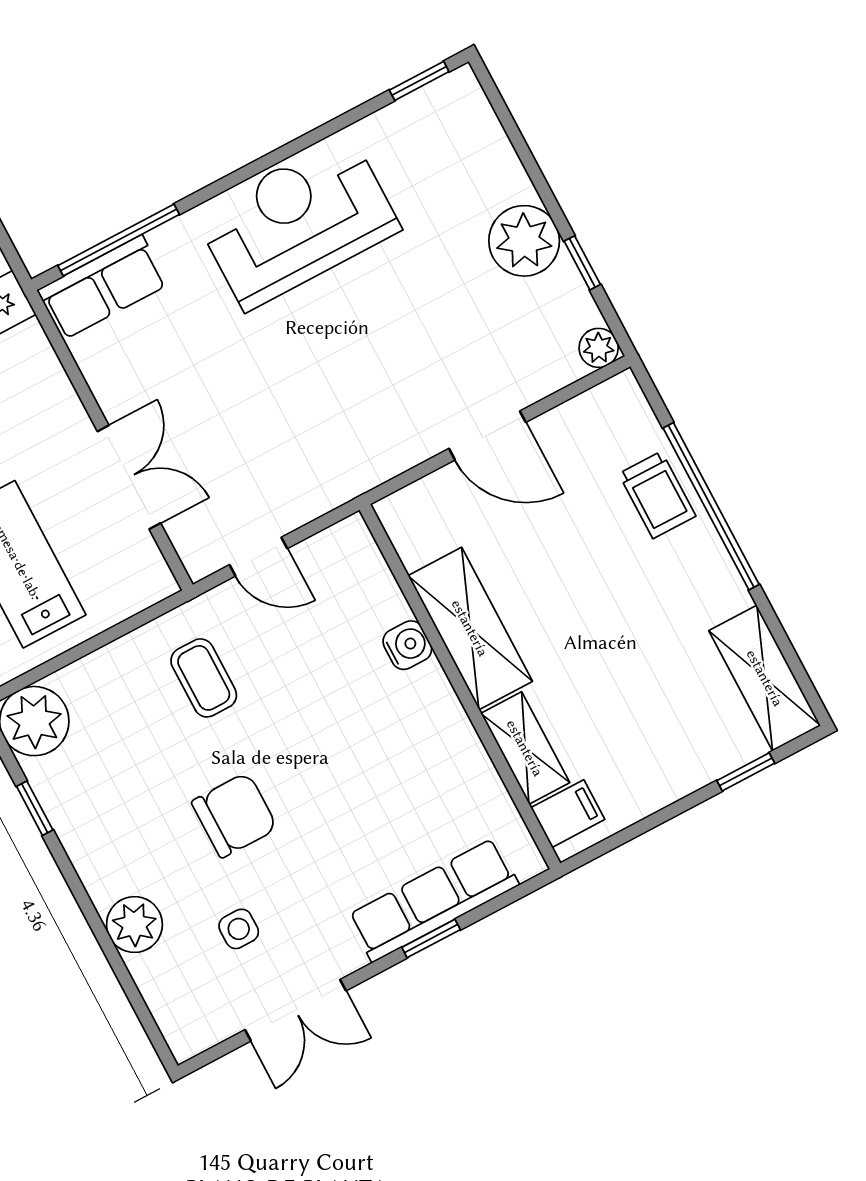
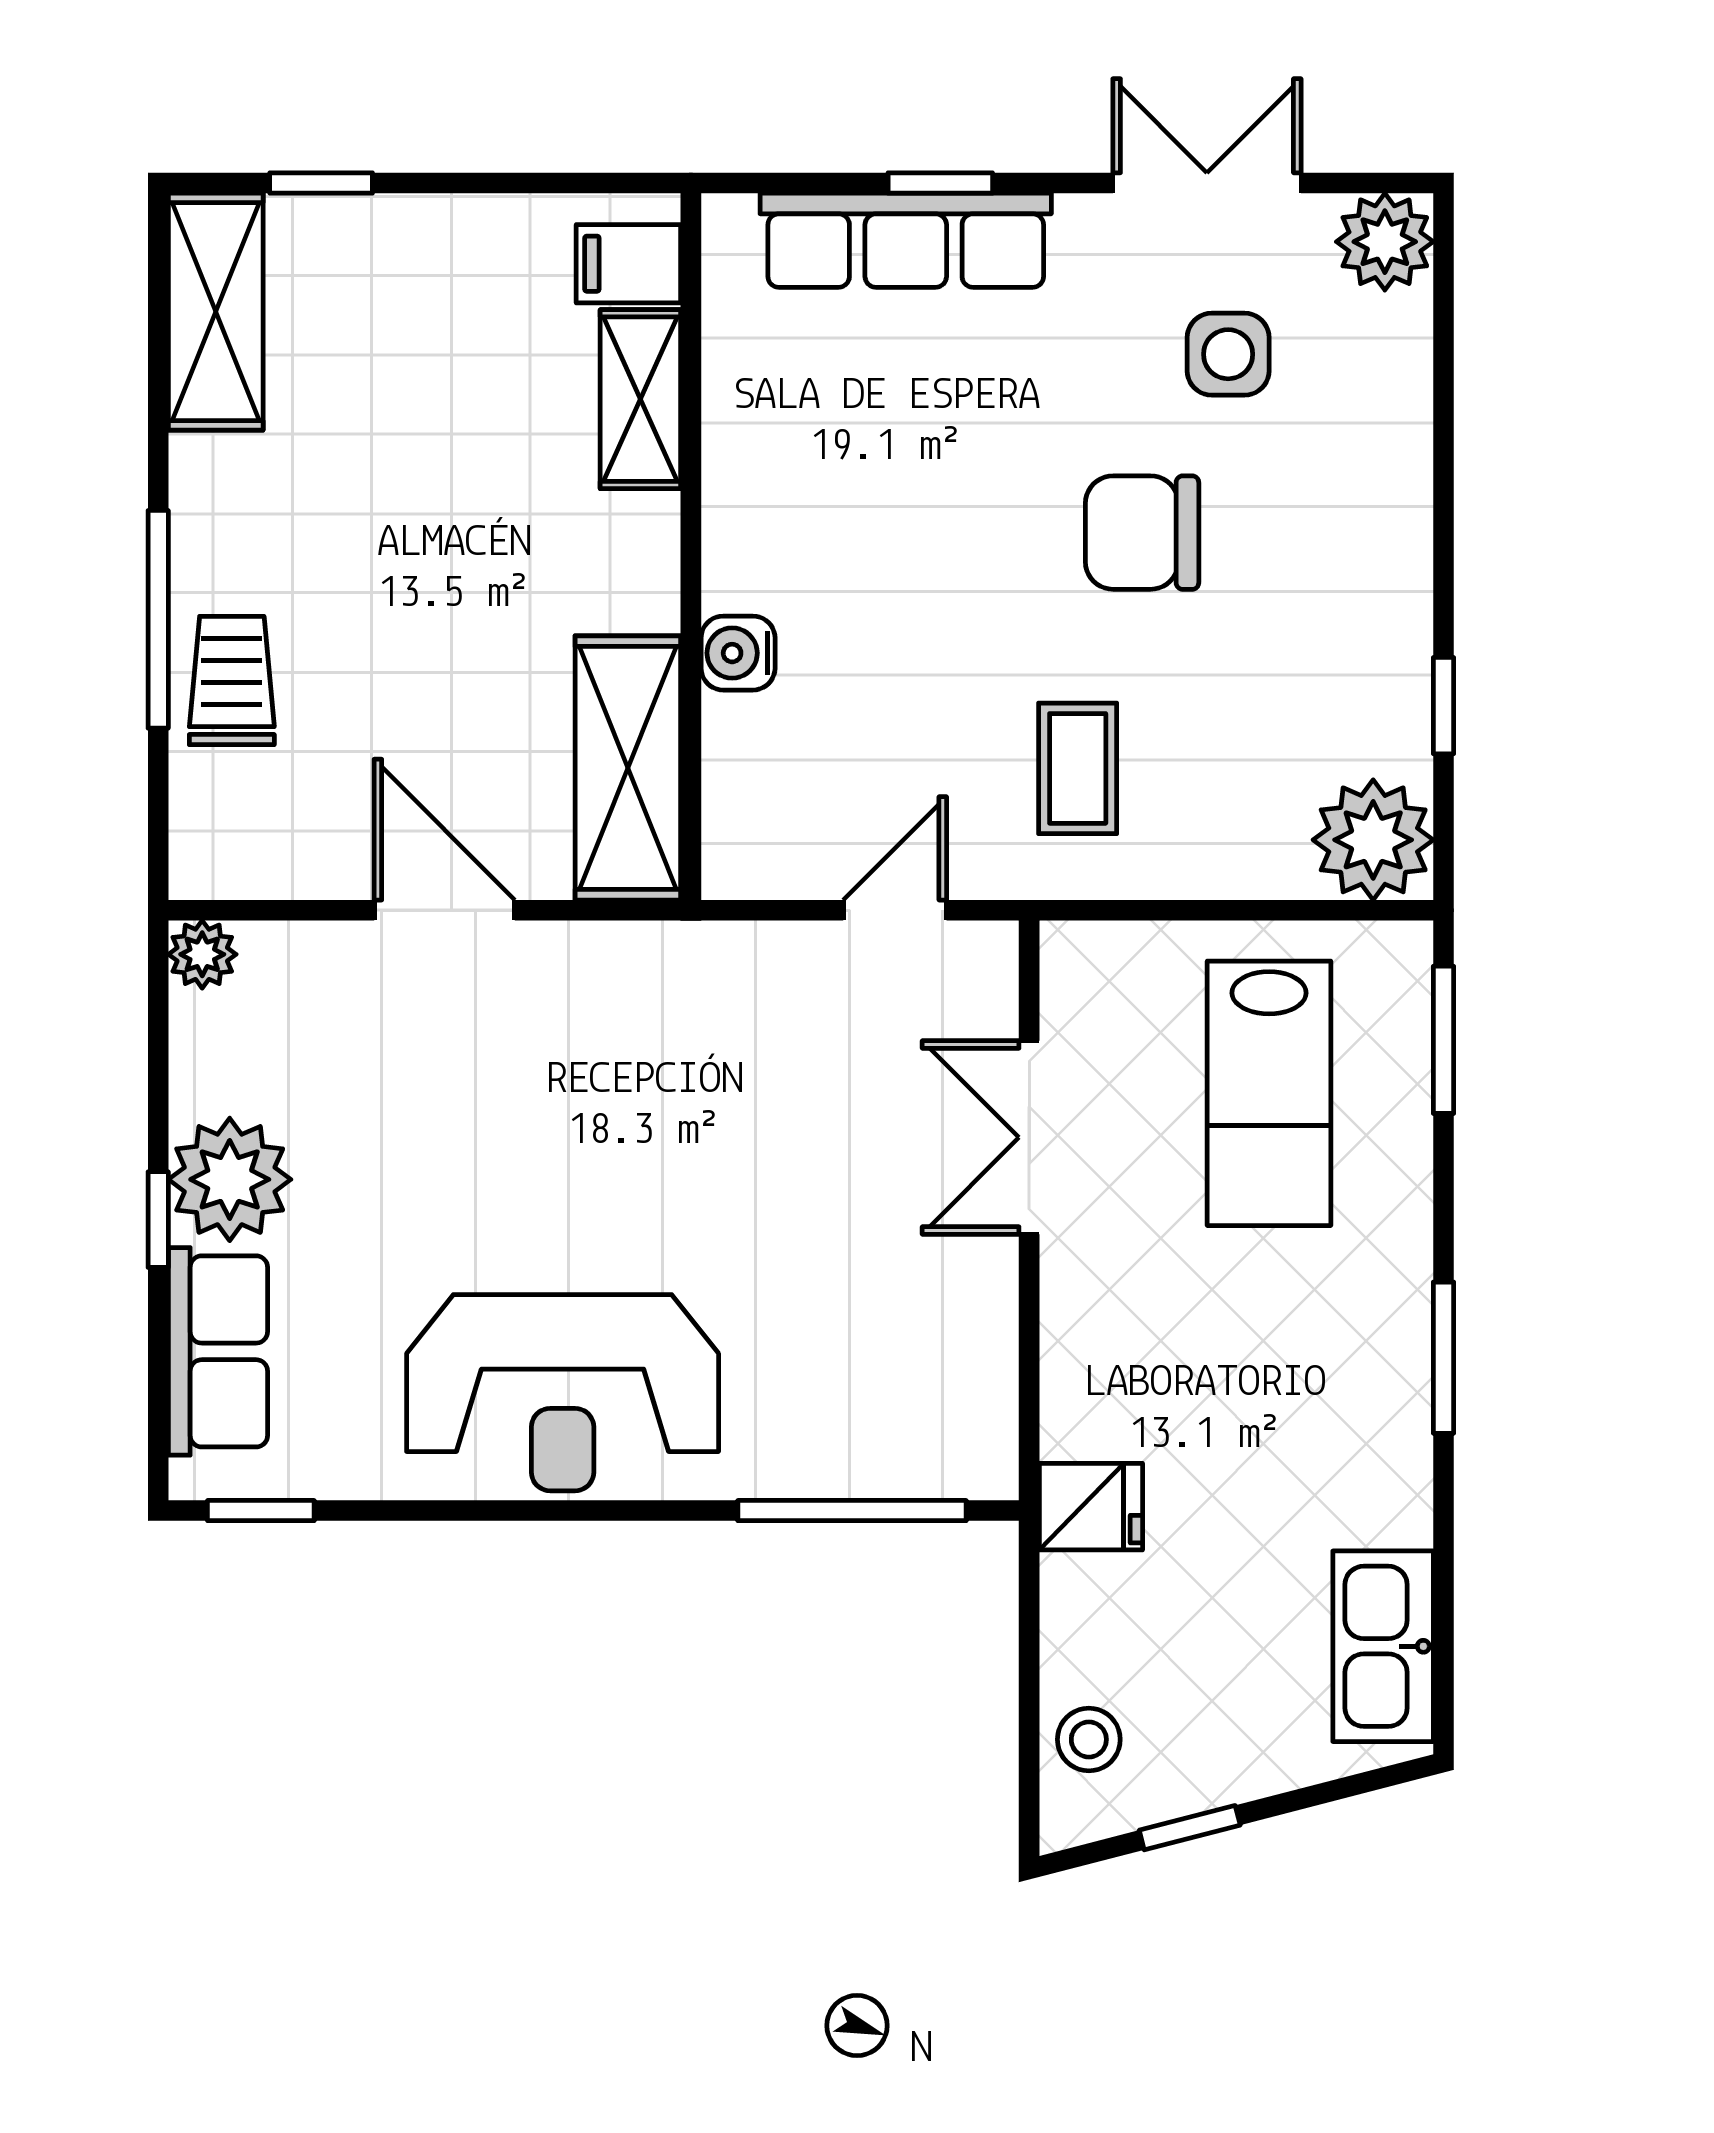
window: (582, 263) -> (158, 1220), moved
row of seats: (103, 287) -> (218, 1351), moved, turned 90
window: (711, 506) -> (158, 619), width x0.68
door: (258, 557) -> (895, 910), hinge flipped
shelving: (470, 628) -> (628, 768), moved
plant: (134, 925) -> (1385, 242), moved
side table: (239, 929) -> (1228, 354), width x1.37, depth x1.37

